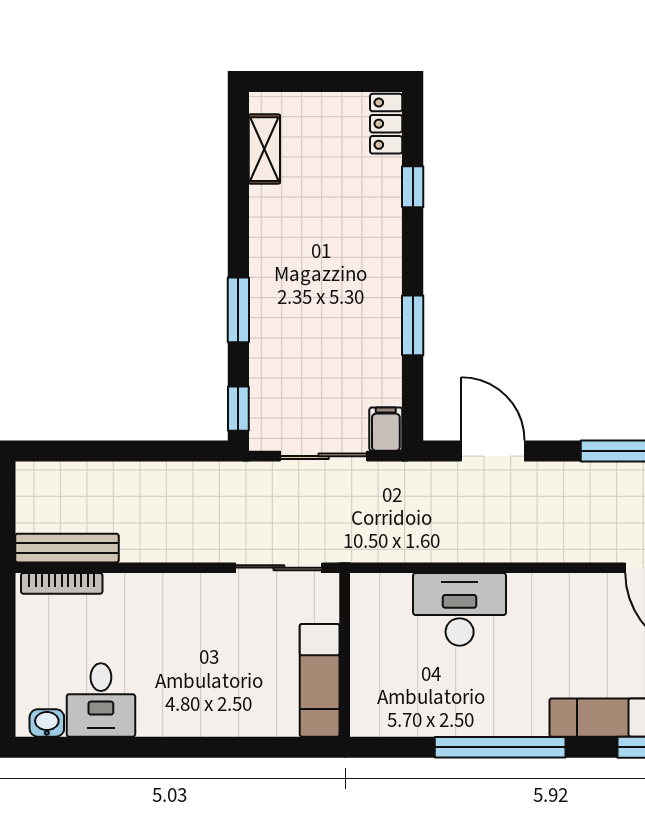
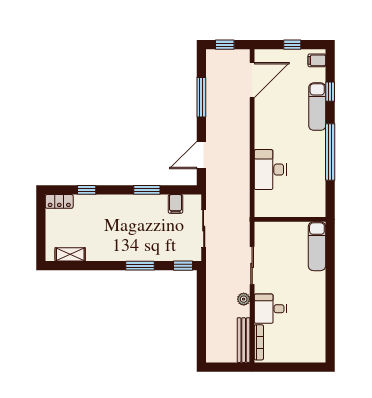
filing cabinet: (386, 429) -> (175, 204), moved, turned -90
plant: (161, 548) -> (244, 299), added
sliding door: (279, 568) -> (252, 265), moved
exam couch: (320, 680) -> (317, 246), moved, turned 90
desk: (101, 700) -> (270, 309), moved, turned 180
washbasin: (47, 723) -> (320, 349), removed

